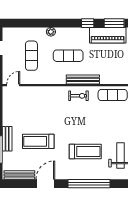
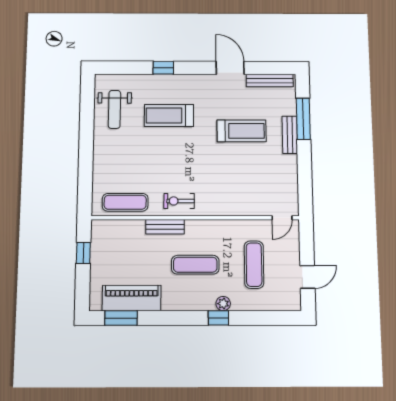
window: (88, 23) -> (218, 318), moved
bench: (83, 79) -> (165, 227), width x0.73
door: (45, 184) -> (230, 68), swing flipped
window: (89, 184) -> (163, 68), width x0.32

